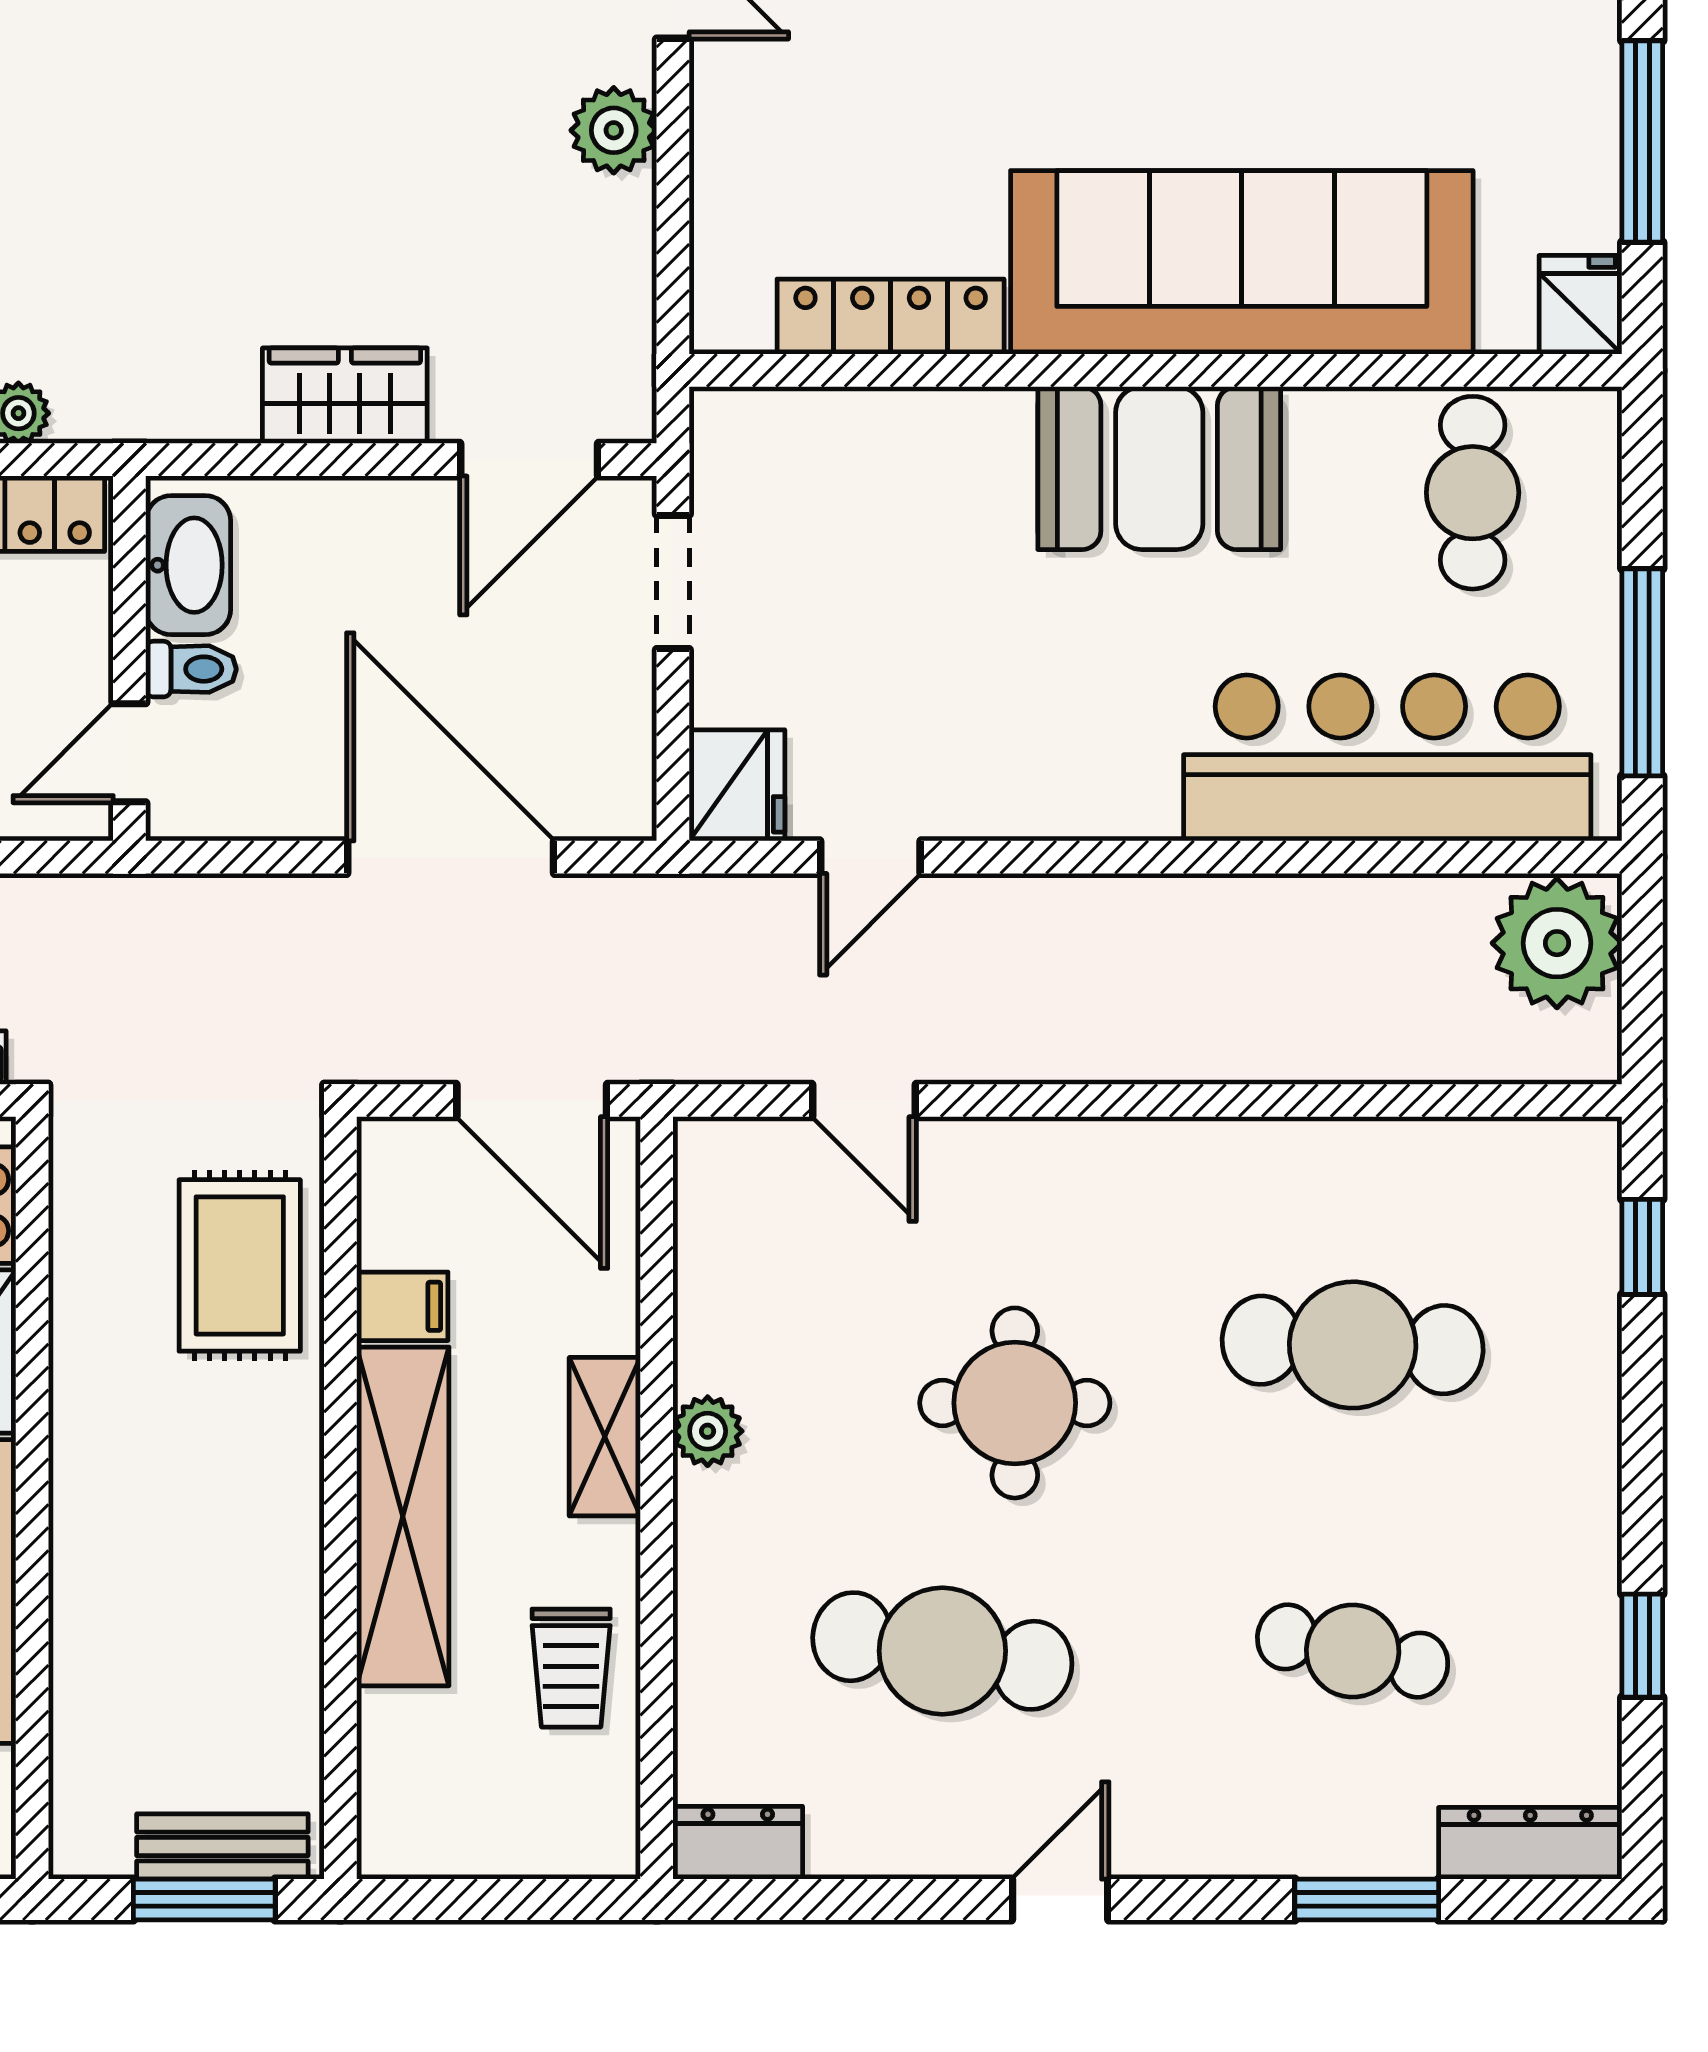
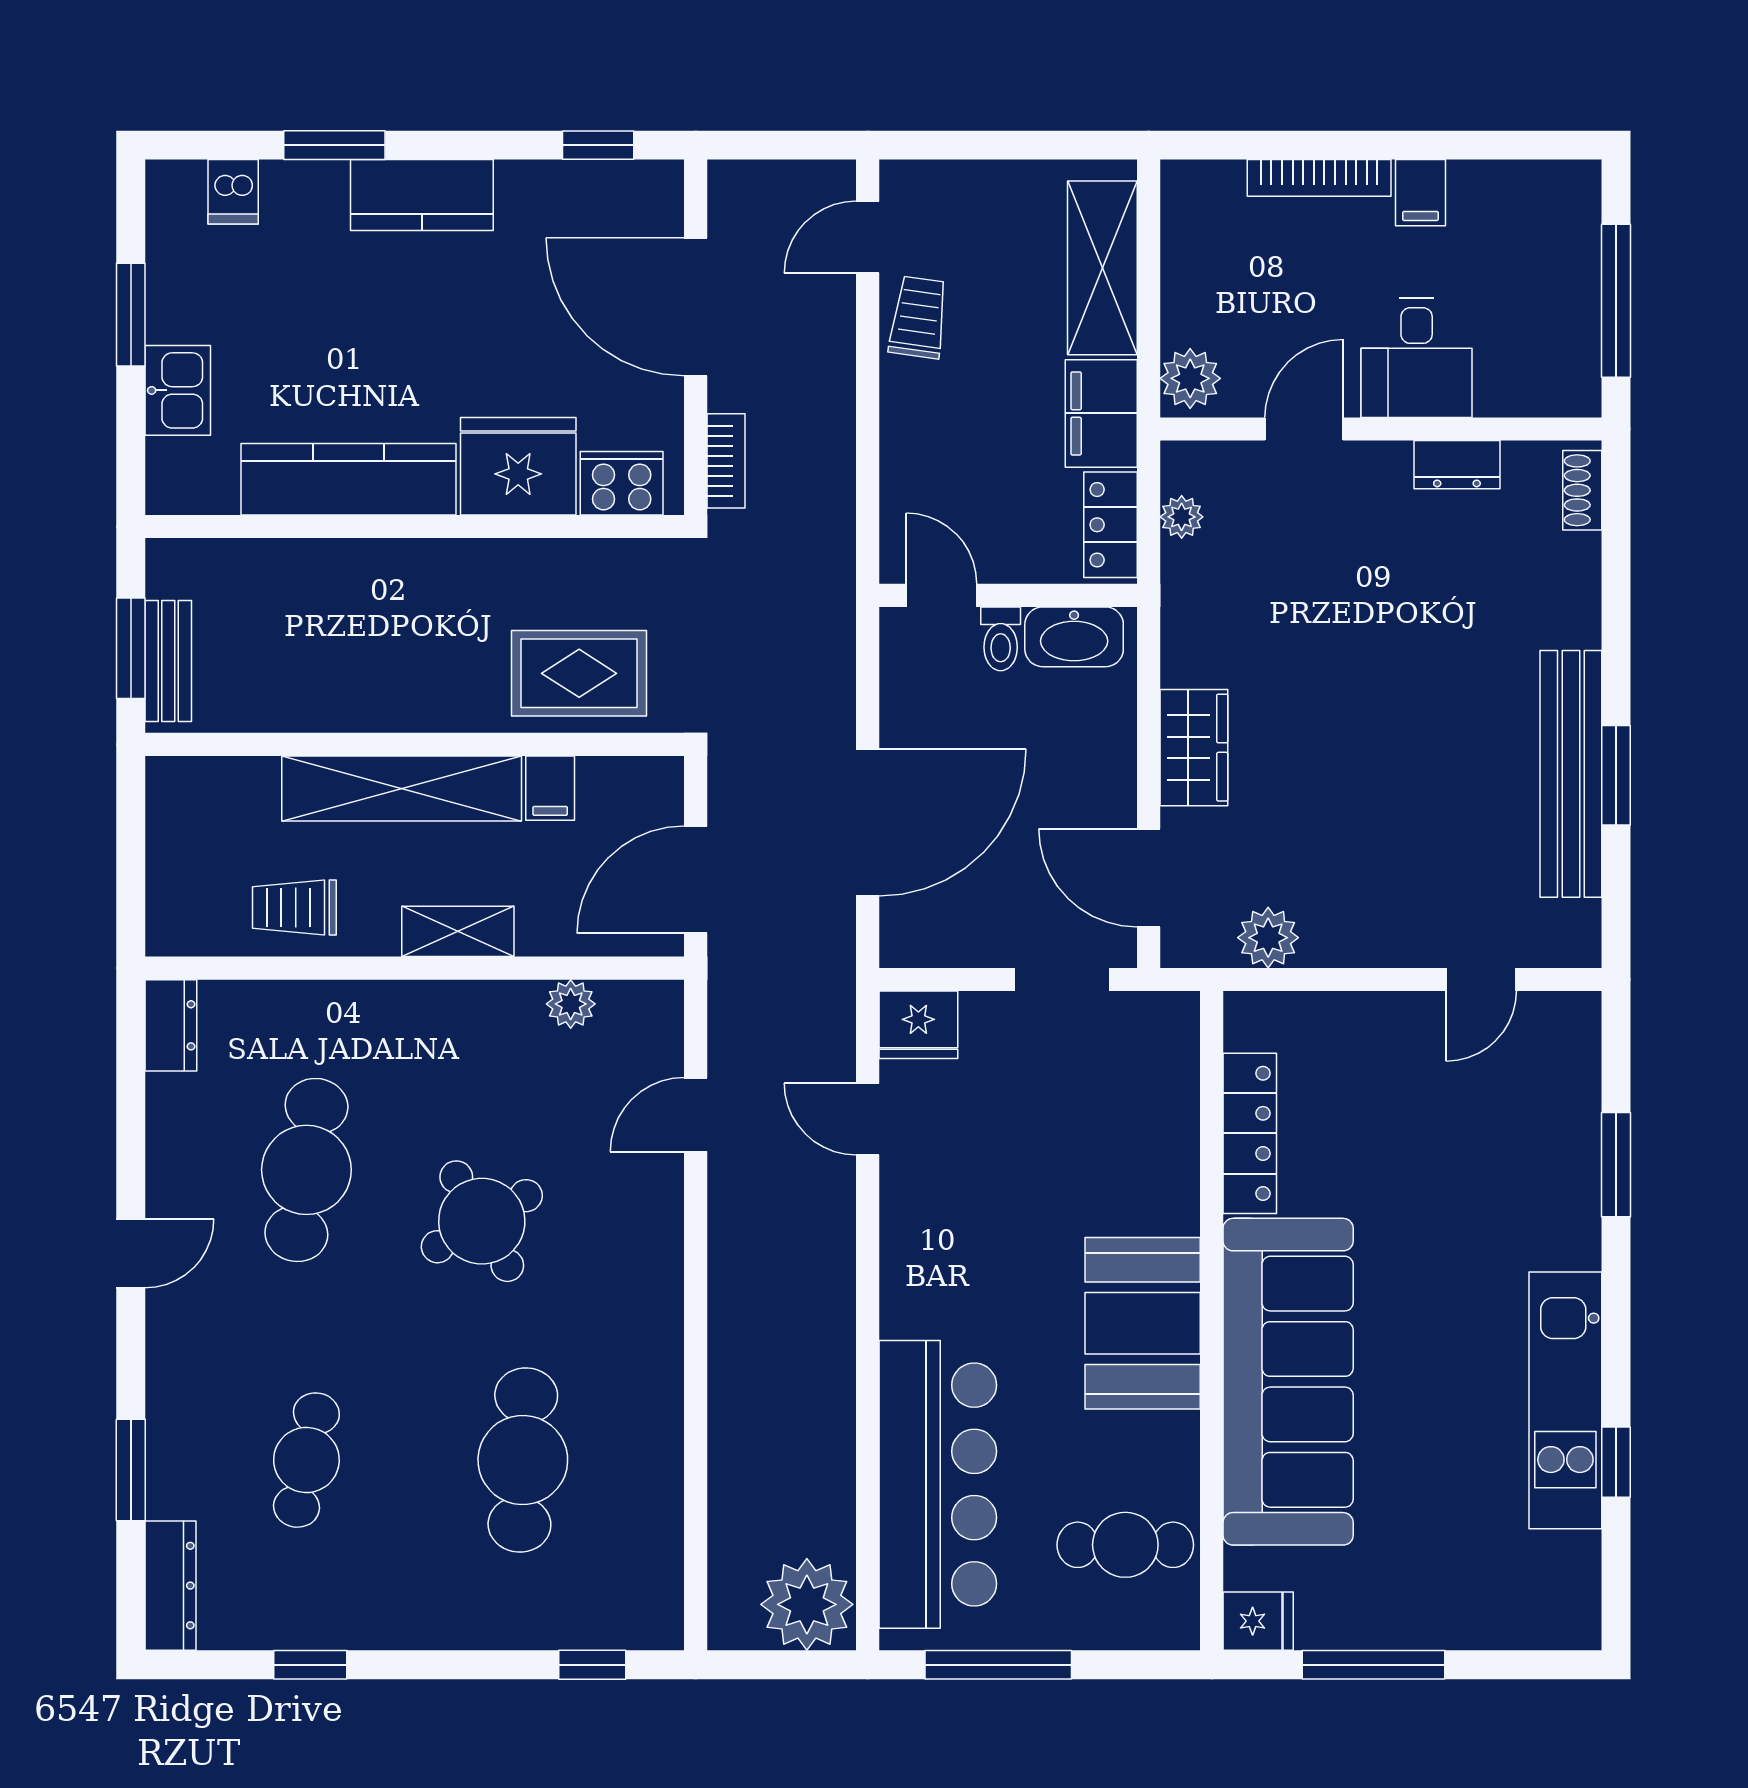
plant: (614, 130) -> (1268, 938), moved
round table: (1015, 1403) -> (482, 1221), turned -30
plant: (708, 1431) -> (571, 1004), moved
door: (1060, 1899) -> (131, 1253), hinge flipped

